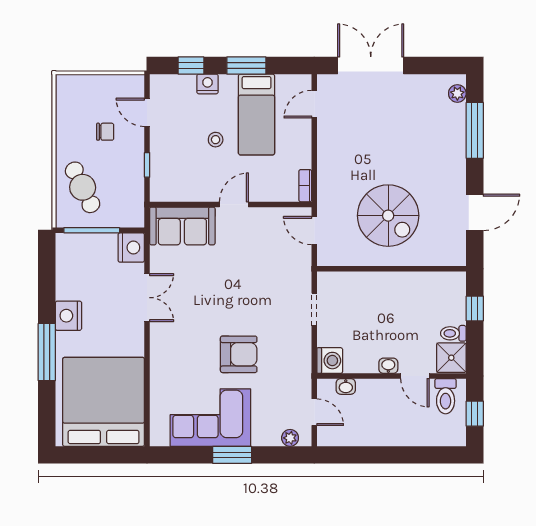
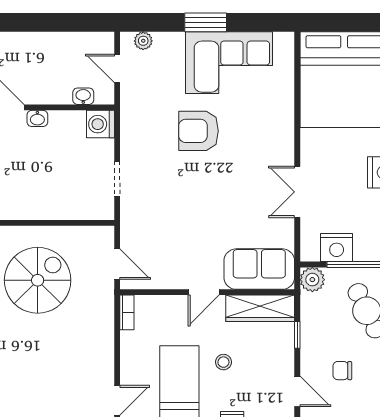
wardrobe: (181, 190) -> (260, 308), added
plant: (133, 216) -> (312, 280), added
spiral stairs: (388, 216) -> (38, 280), turned 90
nightstand: (131, 248) -> (337, 247), moved, turned -90

